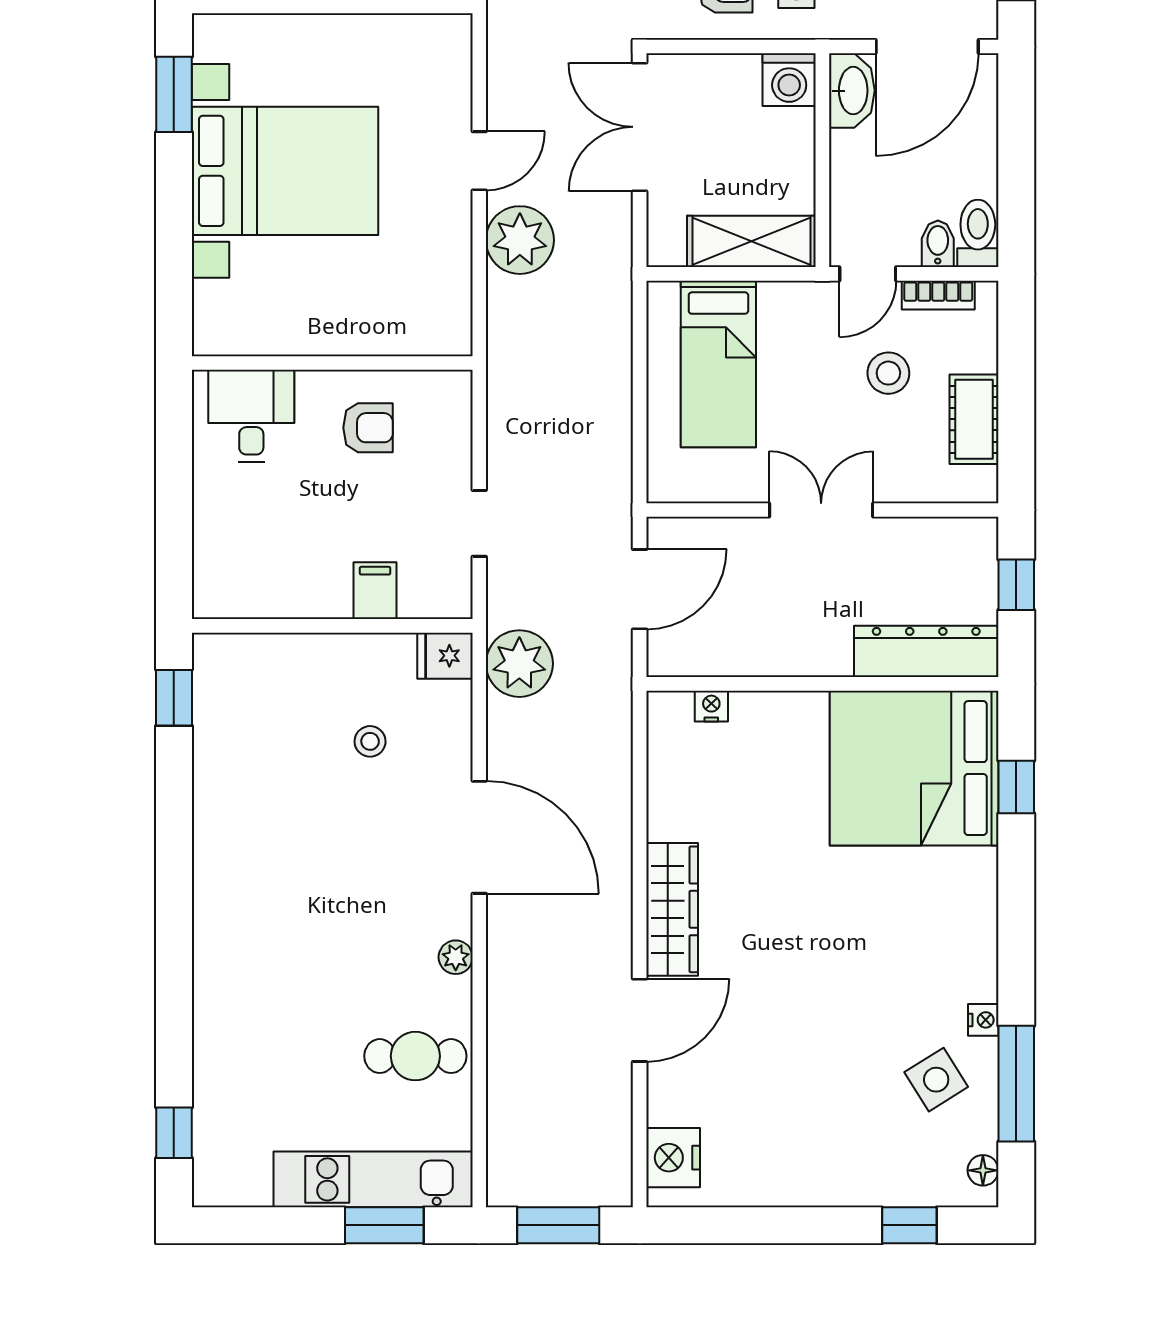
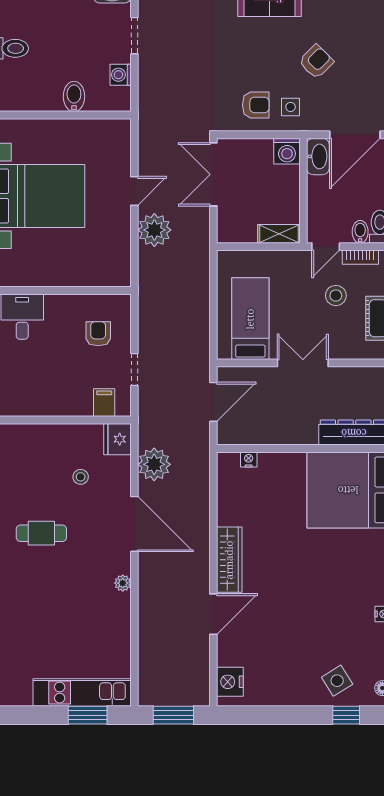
shelving: (751, 241) -> (279, 234), width x0.67, depth x0.75
bed: (718, 364) -> (250, 319), moved, turned 180
armchair: (368, 428) -> (98, 334), moved, turned -90
filing cabinet: (375, 591) -> (104, 403), moved
fridge: (445, 656) -> (117, 439), width x1.38
plant: (519, 664) -> (154, 464), moved
cafe table: (415, 1056) -> (41, 533), moved
side table: (936, 1080) -> (337, 681), moved

